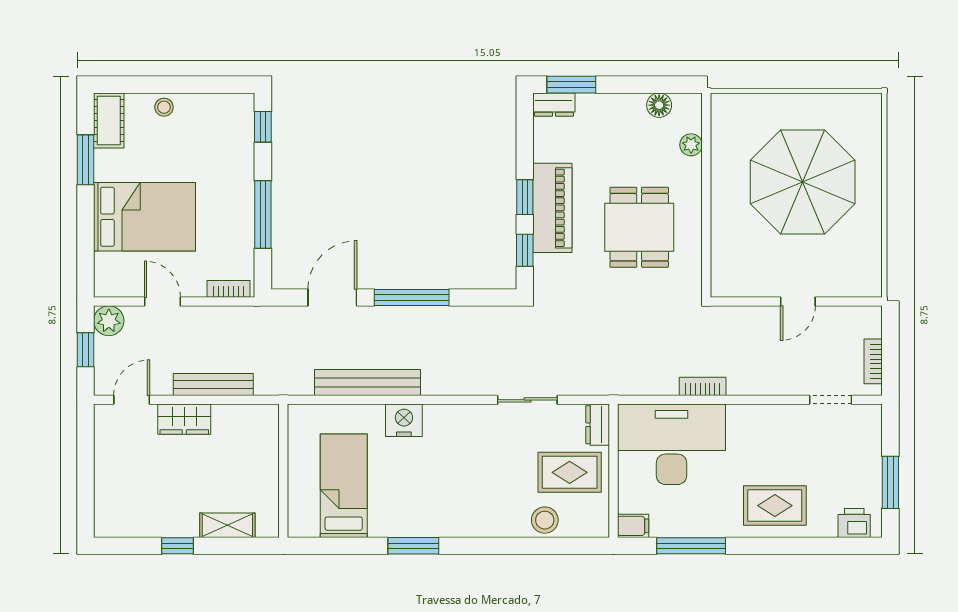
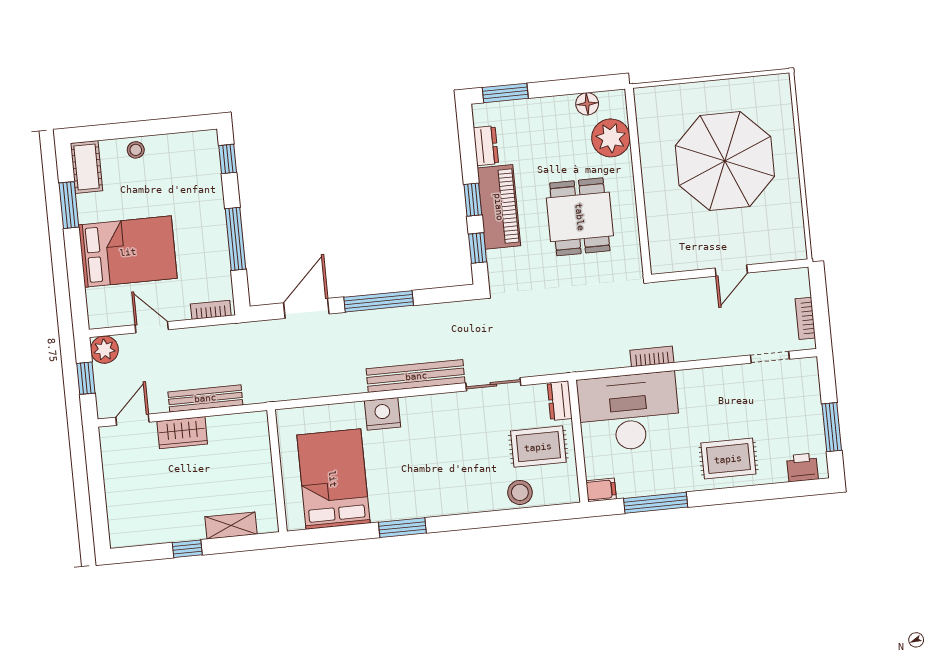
dresser: (554, 105) -> (486, 146), moved, turned -90
plant: (691, 145) -> (611, 138), width x1.88, depth x1.88
bench: (368, 383) -> (416, 376), moved
bed: (344, 486) -> (333, 479), width x1.50

